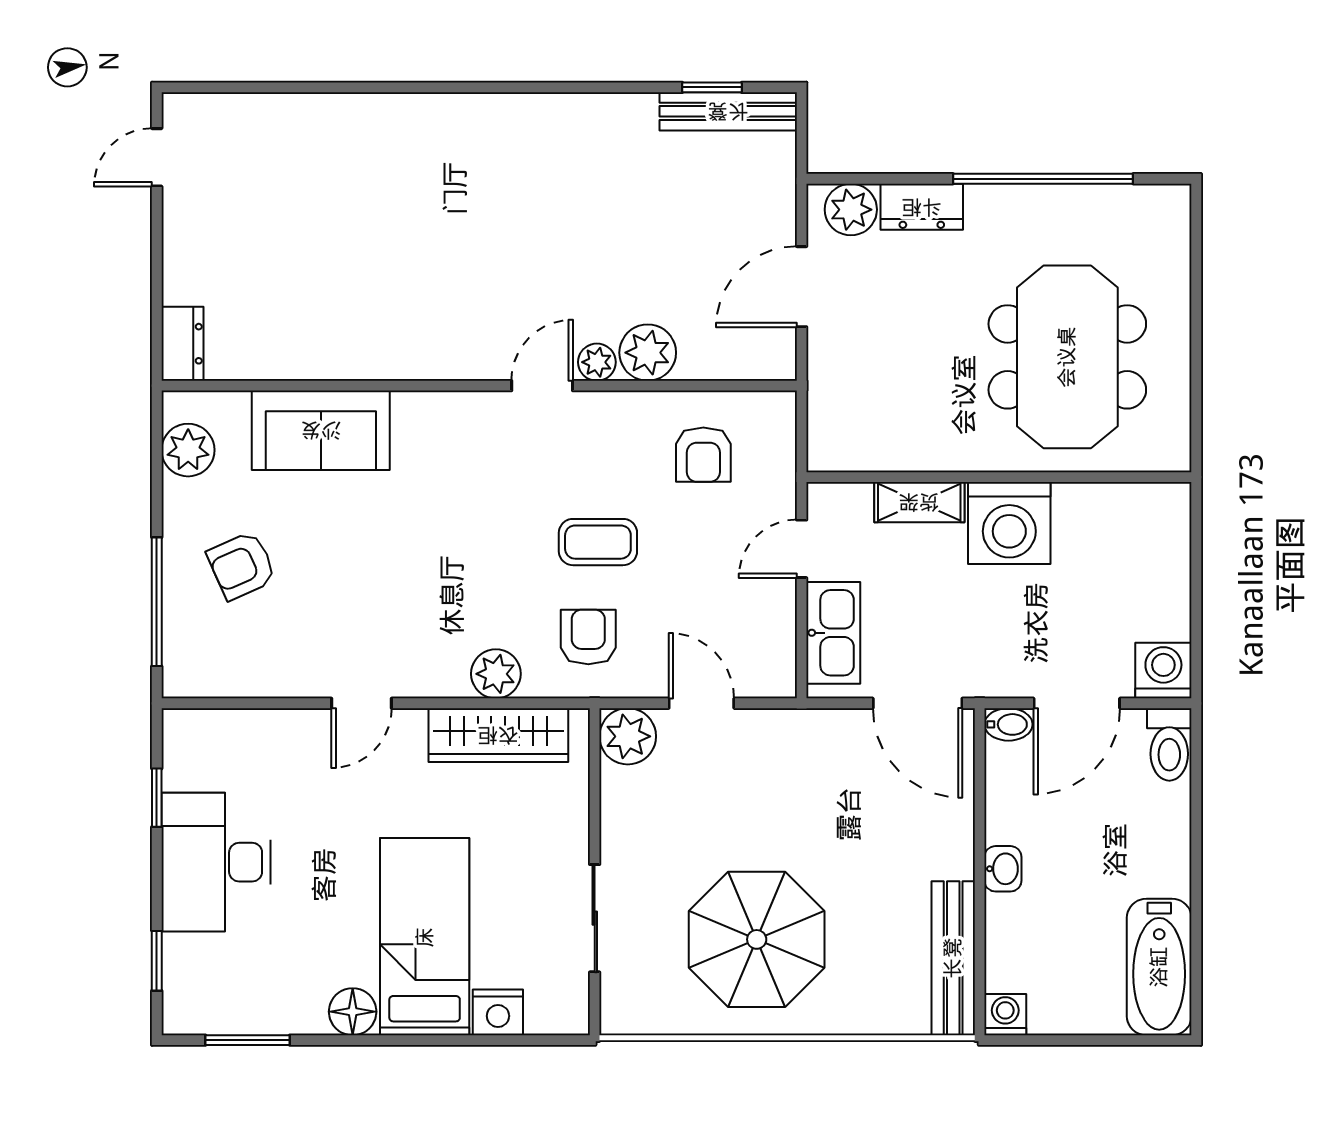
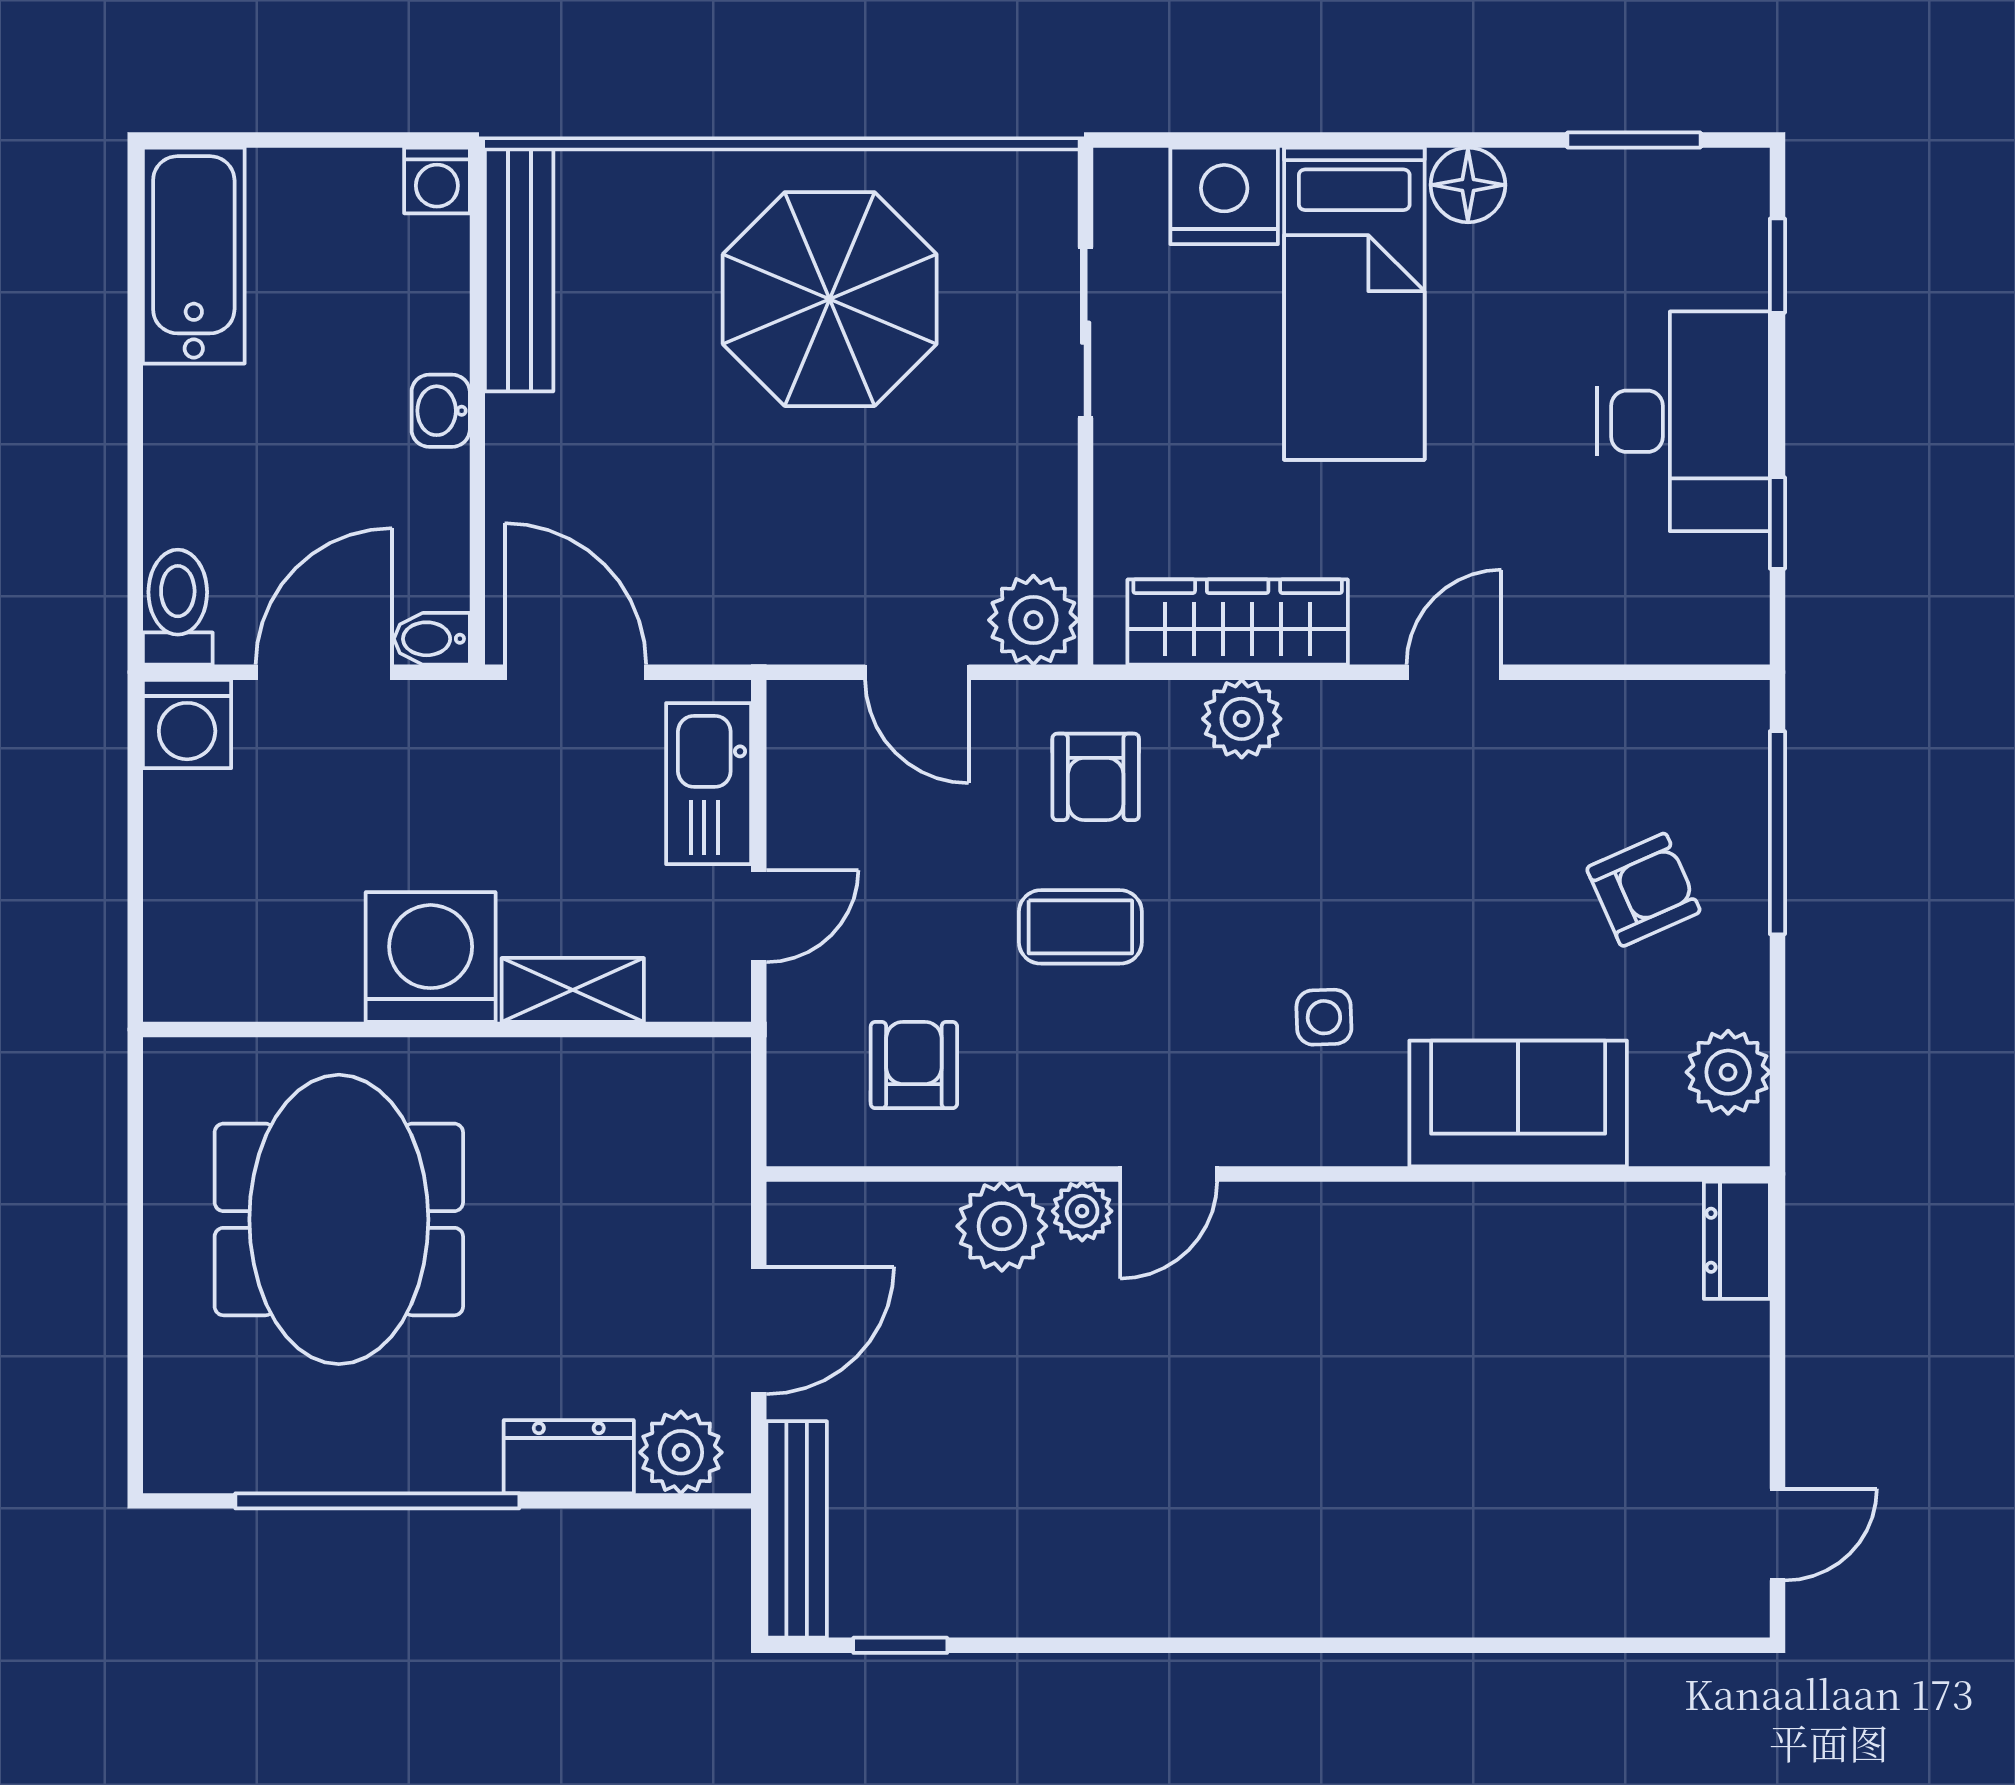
bench: (728, 111) -> (797, 1529), moved, turned 90
side table: (444, 485) -> (1324, 1017), added
nightstand: (498, 1012) -> (1224, 196), width x1.36, depth x1.33

